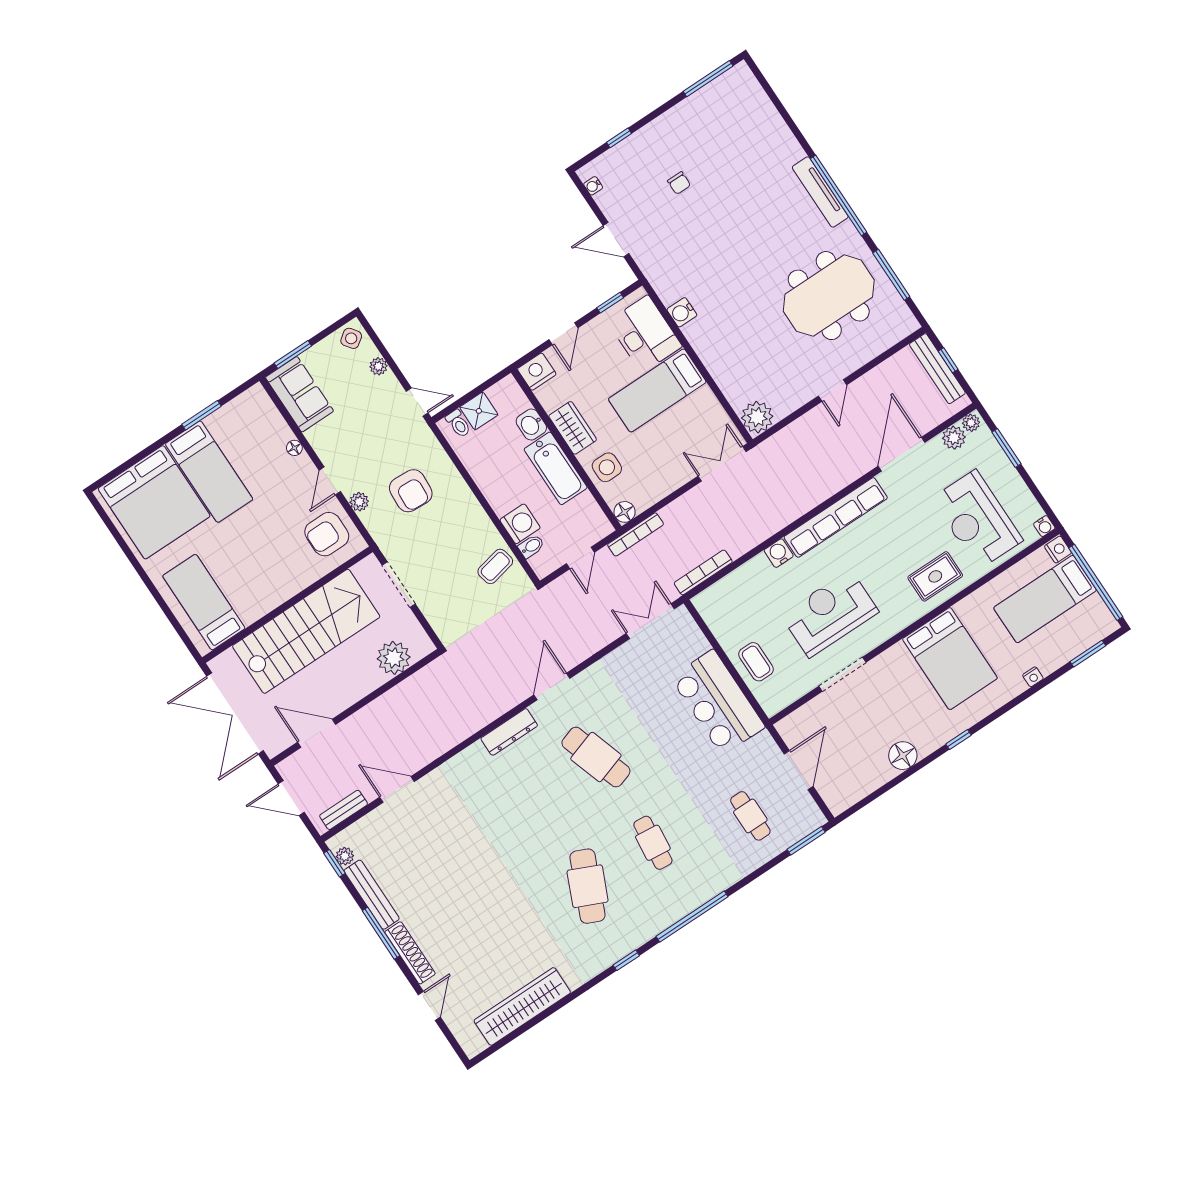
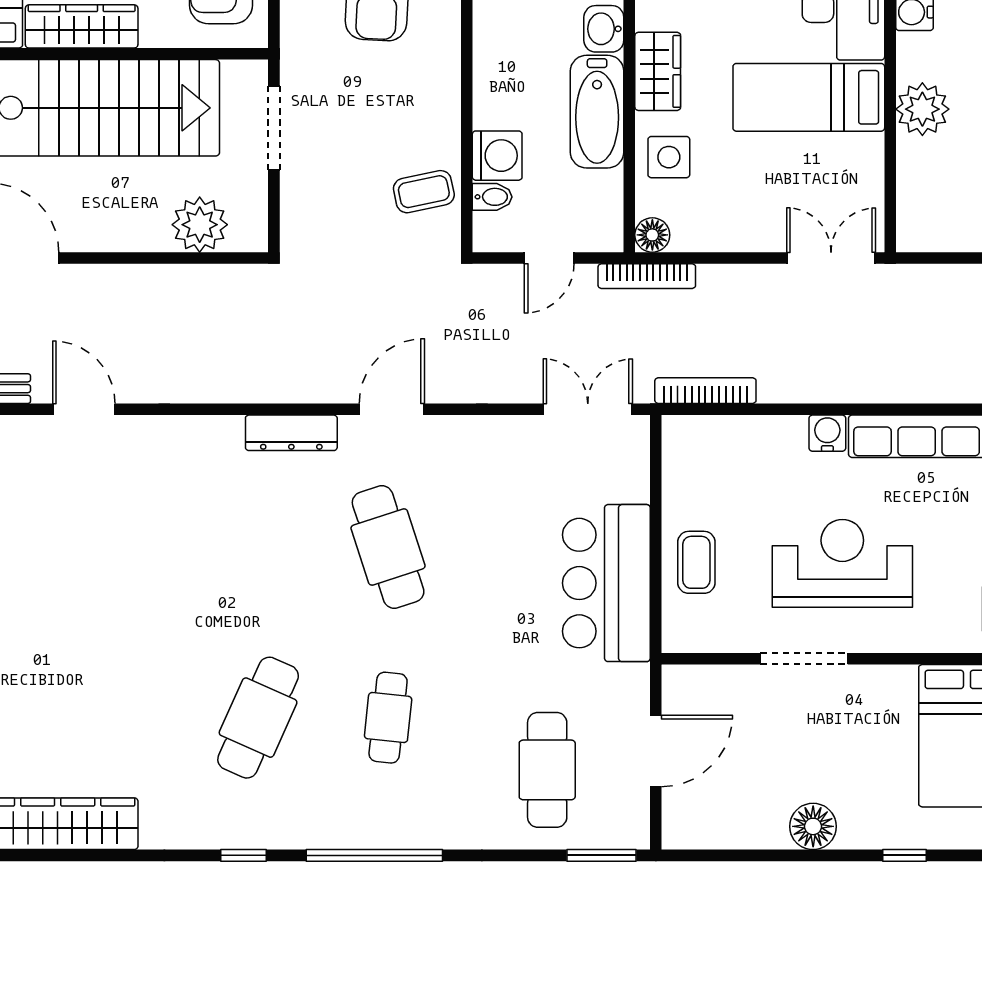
plant: (757, 417) -> (922, 109), moved
wardrobe: (268, 598) -> (82, 26), added
cafe table: (750, 816) -> (547, 770), width x1.37, depth x1.35

